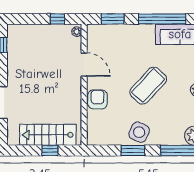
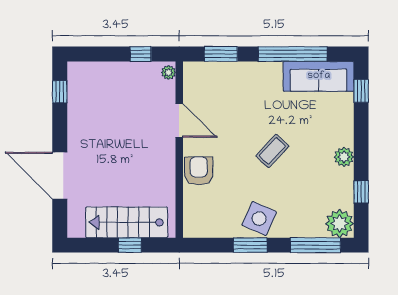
coffee table: (148, 86) -> (272, 151), width x0.54, depth x0.58

